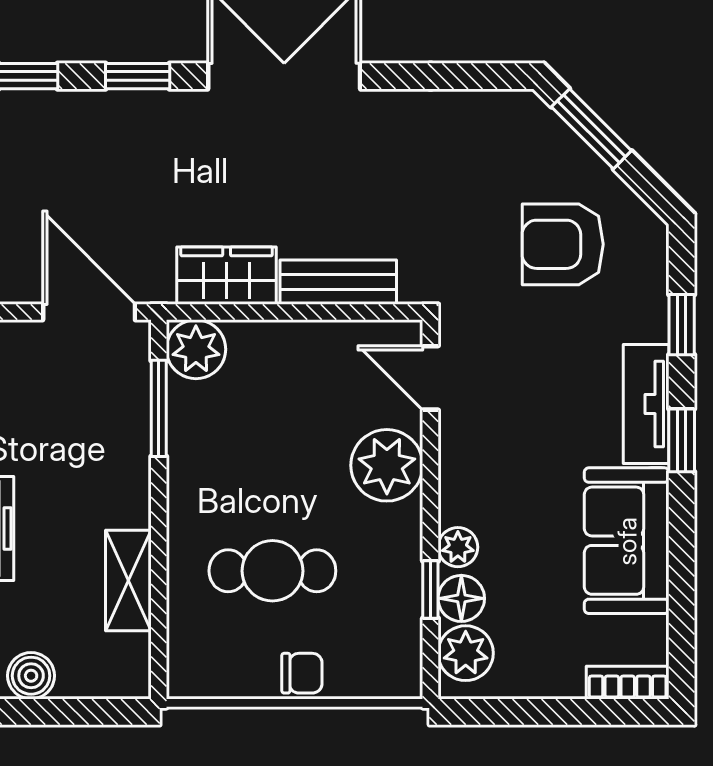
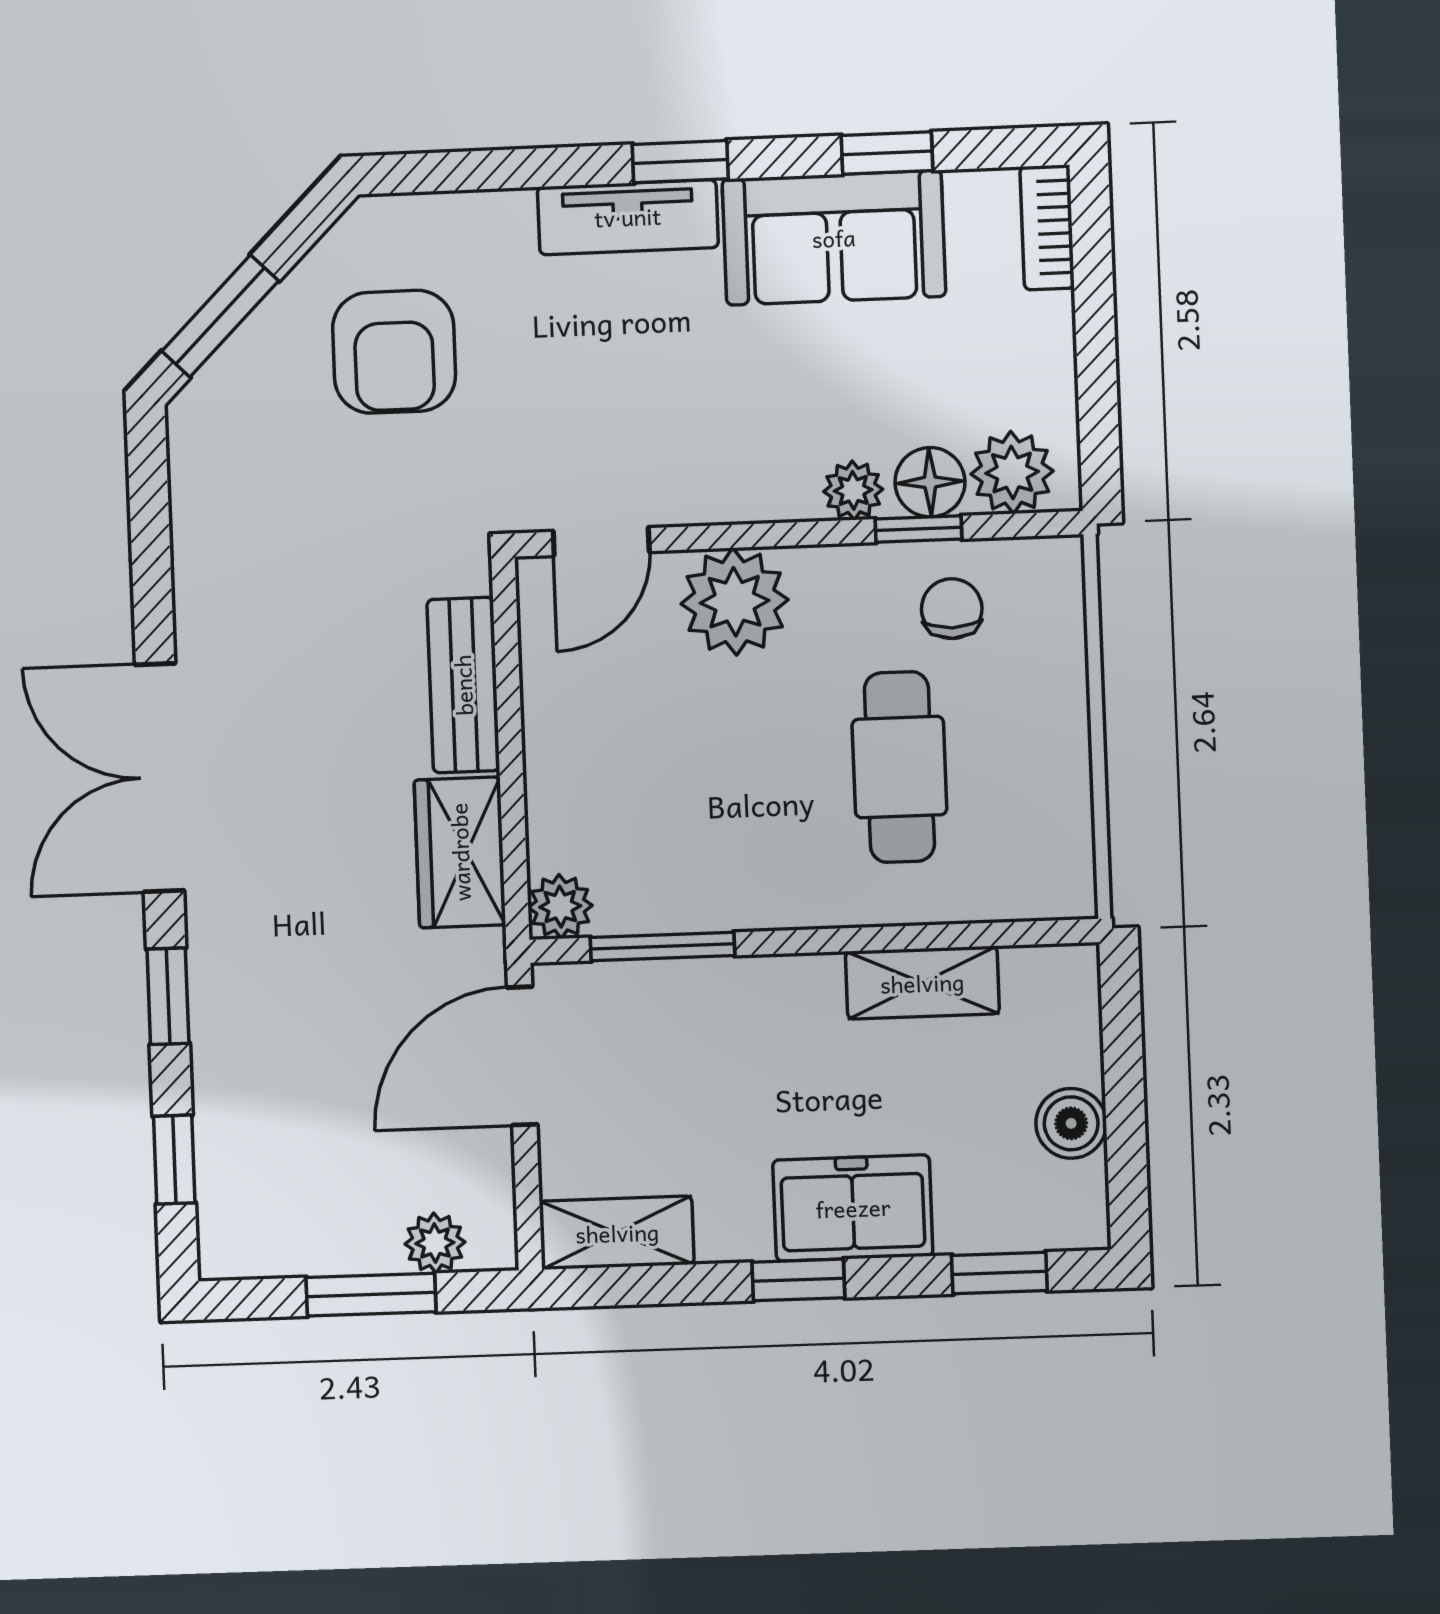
window: (682, 325) -> (887, 153), moved
plant: (196, 349) -> (560, 907), width x0.73, depth x0.73
chair: (302, 673) -> (952, 609), moved

